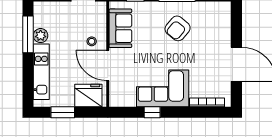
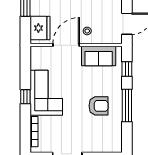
armchair: (178, 28) -> (98, 106), turned 140
window: (152, 112) -> (25, 97), moved

